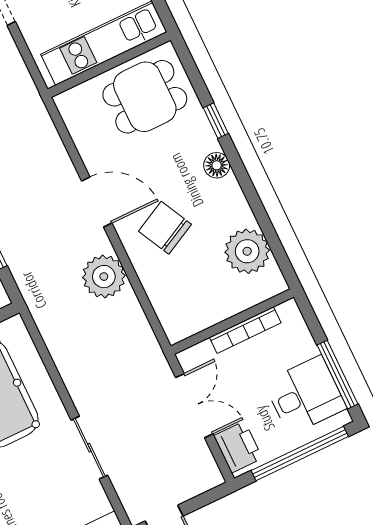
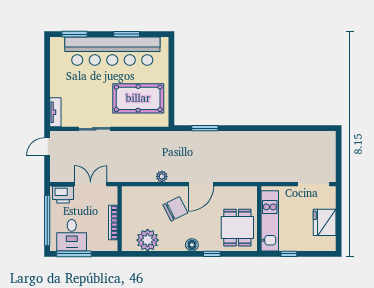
plant: (104, 277) -> (162, 176), width x0.53, depth x0.53
double door: (194, 406) -> (91, 184), swing flipped

